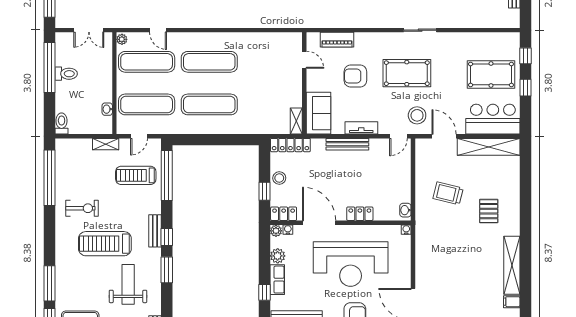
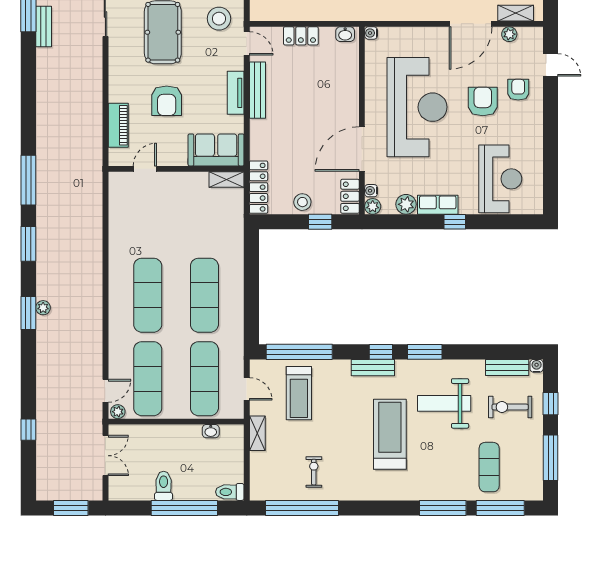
door: (158, 30) -> (105, 391), moved
window: (50, 68) -> (184, 508), moved
bench: (347, 144) -> (257, 90), moved
exercise bike: (82, 208) -> (314, 472), moved, width x0.73, depth x0.72
locker: (360, 214) -> (301, 36), moved, turned -90
treadmill: (105, 244) -> (390, 434), turned 180

